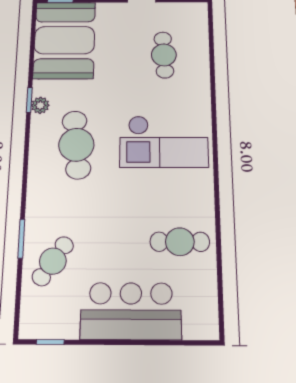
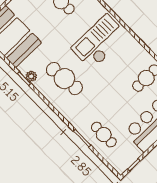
checkout: (164, 142) -> (99, 42), turned 180
cafe table: (53, 261) -> (104, 135), turned -34

